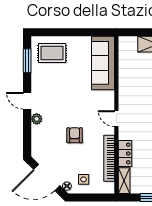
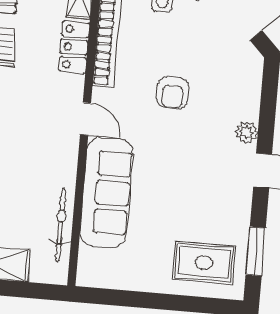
sofa: (103, 63) -> (106, 192), moved
bicycle: (124, 66) -> (61, 225), added

